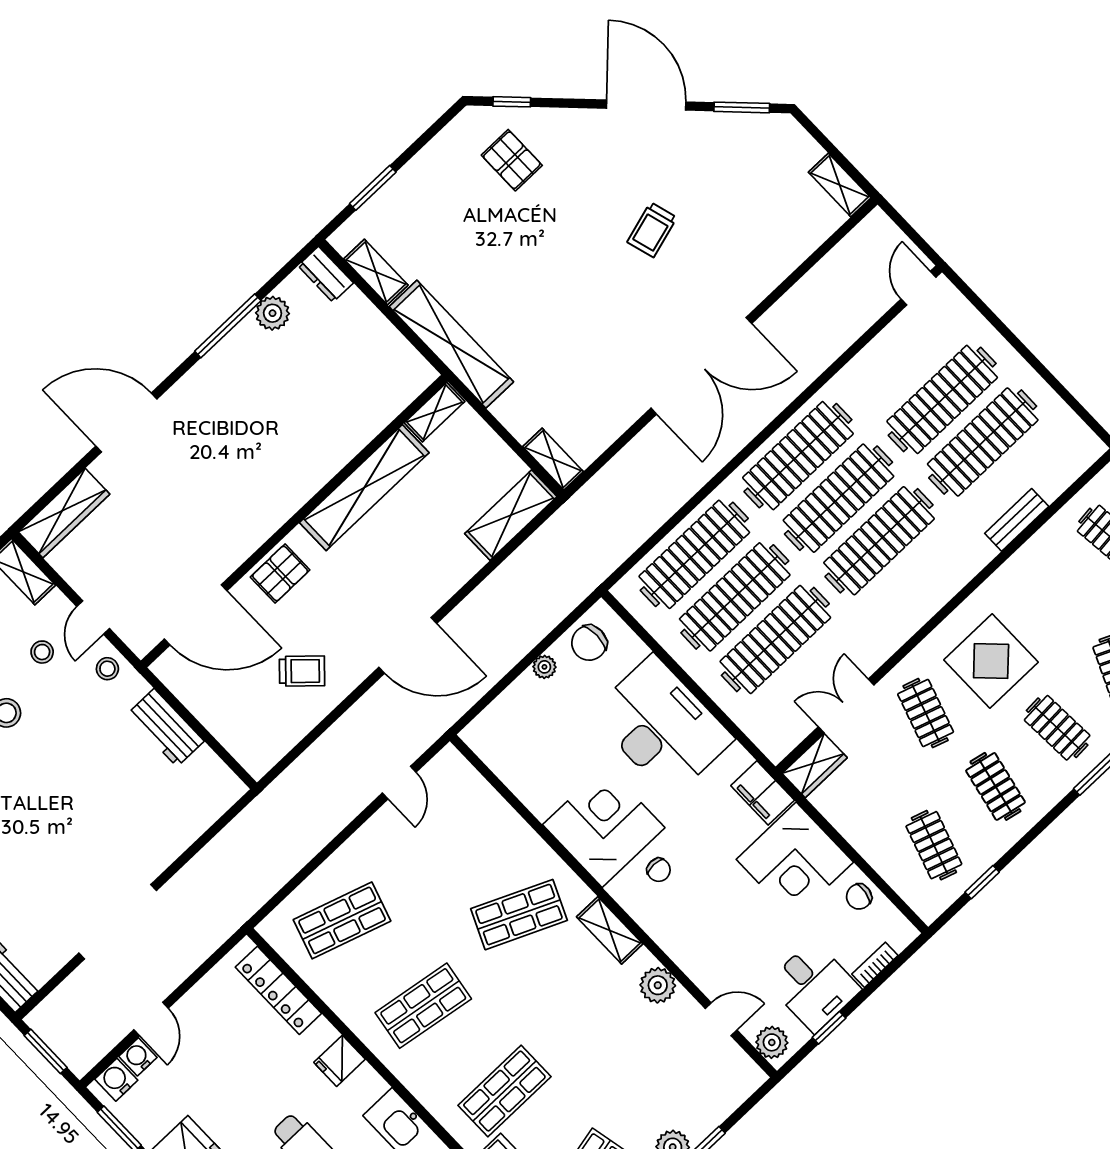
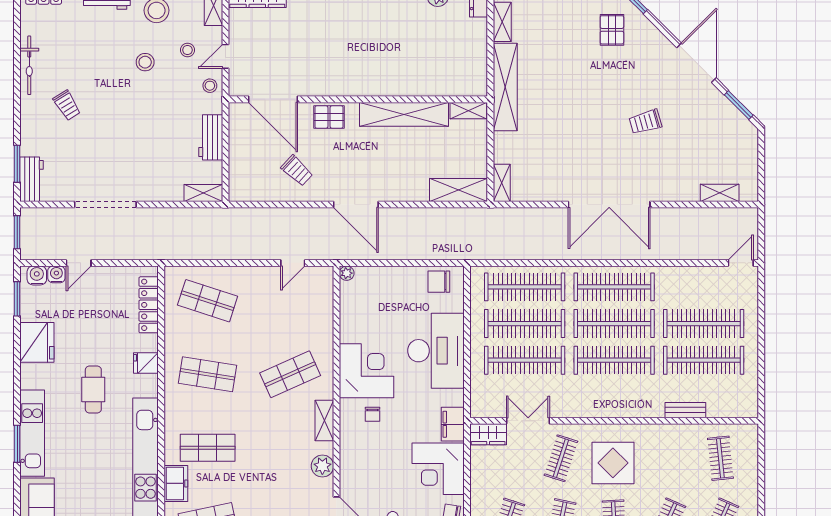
shelving: (840, 185) -> (720, 193), moved, turned 90
plant: (544, 667) -> (347, 273), moved
shelving: (218, 800) -> (203, 193), added
shop shelf: (519, 915) -> (290, 374), turned -48

